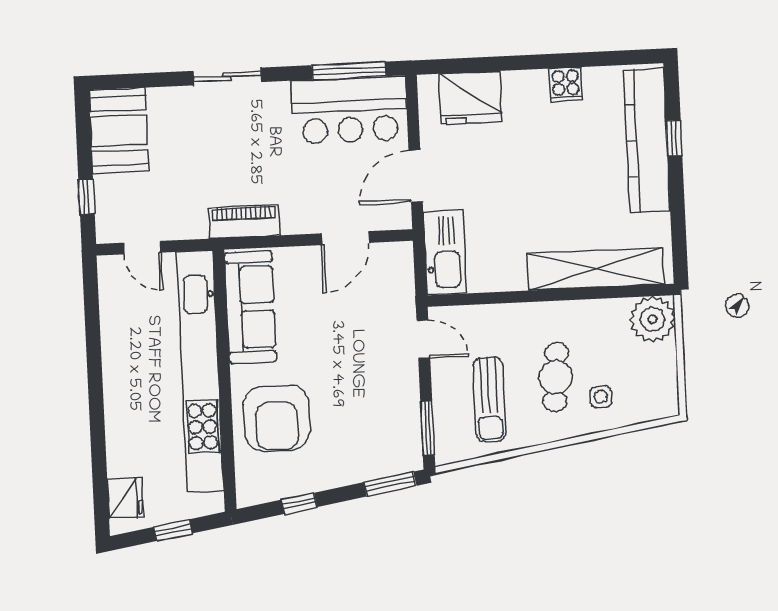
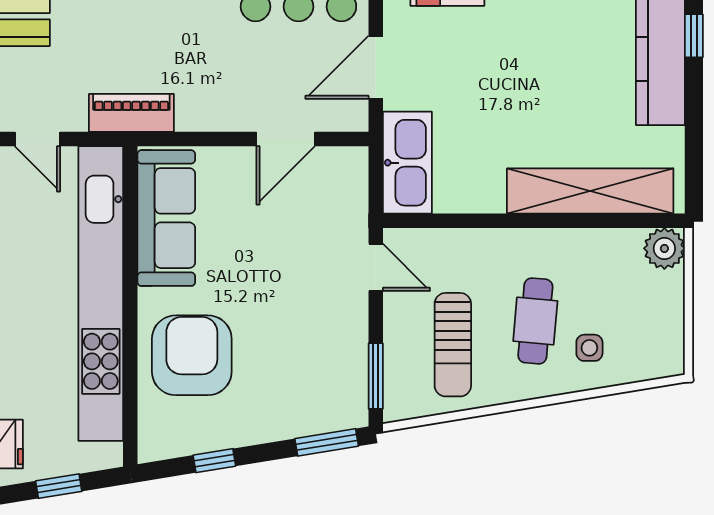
piano: (244, 221) -> (131, 113), moved
plant: (652, 319) -> (664, 248), width x0.73, depth x0.73
armchair: (277, 418) -> (192, 355), turned 180

